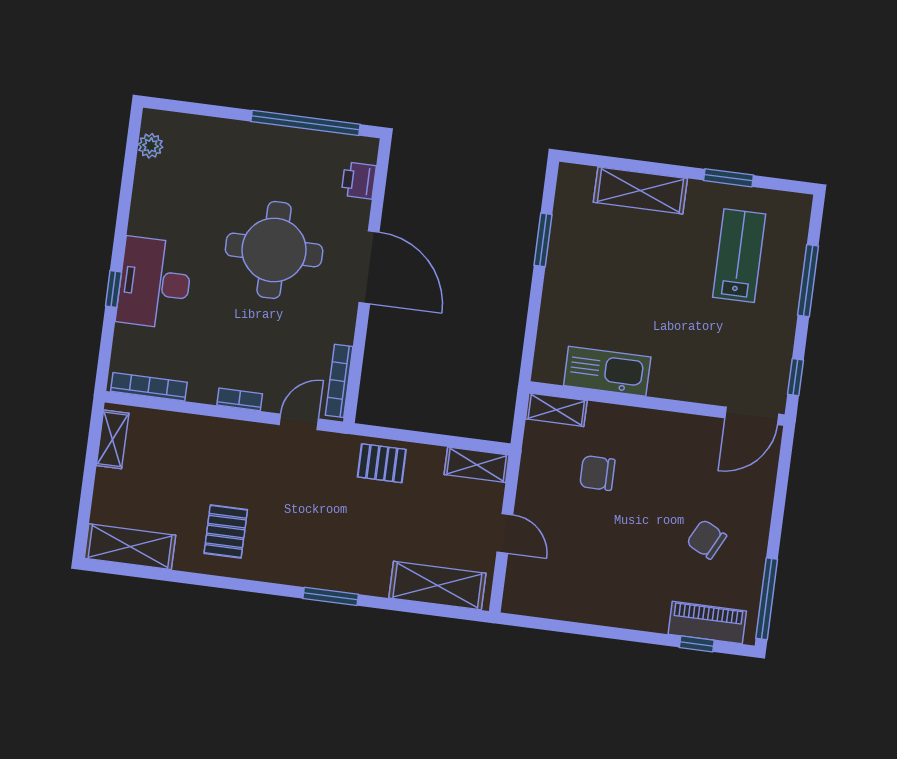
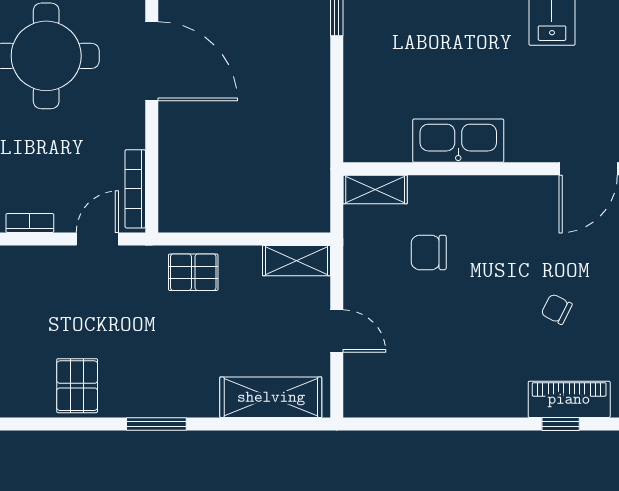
kitchen sink: (607, 371) -> (458, 141), moved
pallet: (226, 531) -> (77, 386), moved
chair: (707, 539) -> (557, 309), width x0.73, depth x0.73

